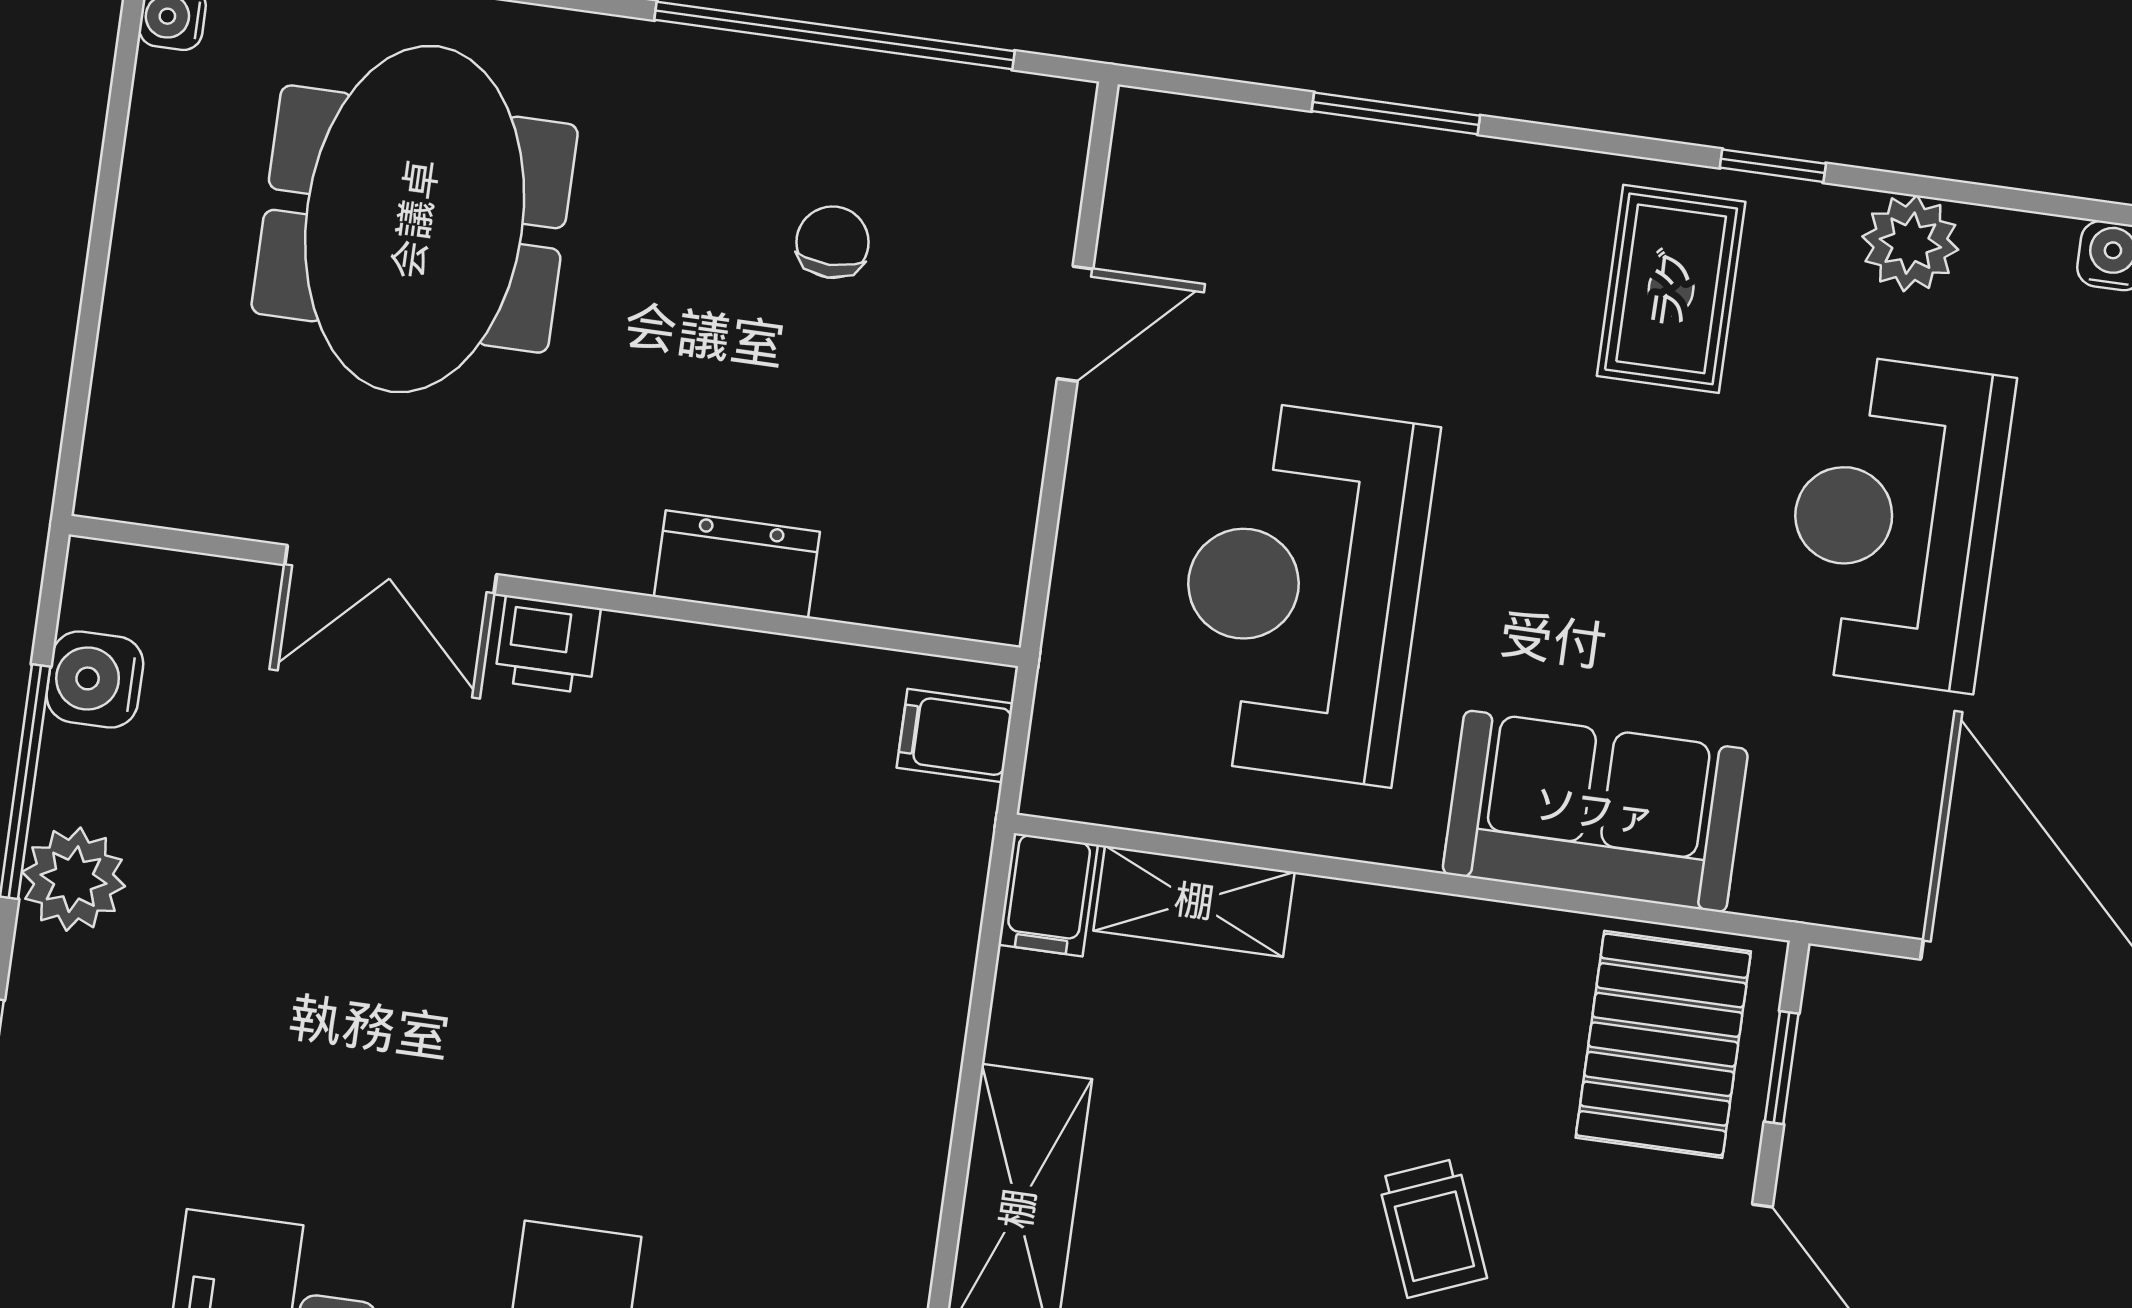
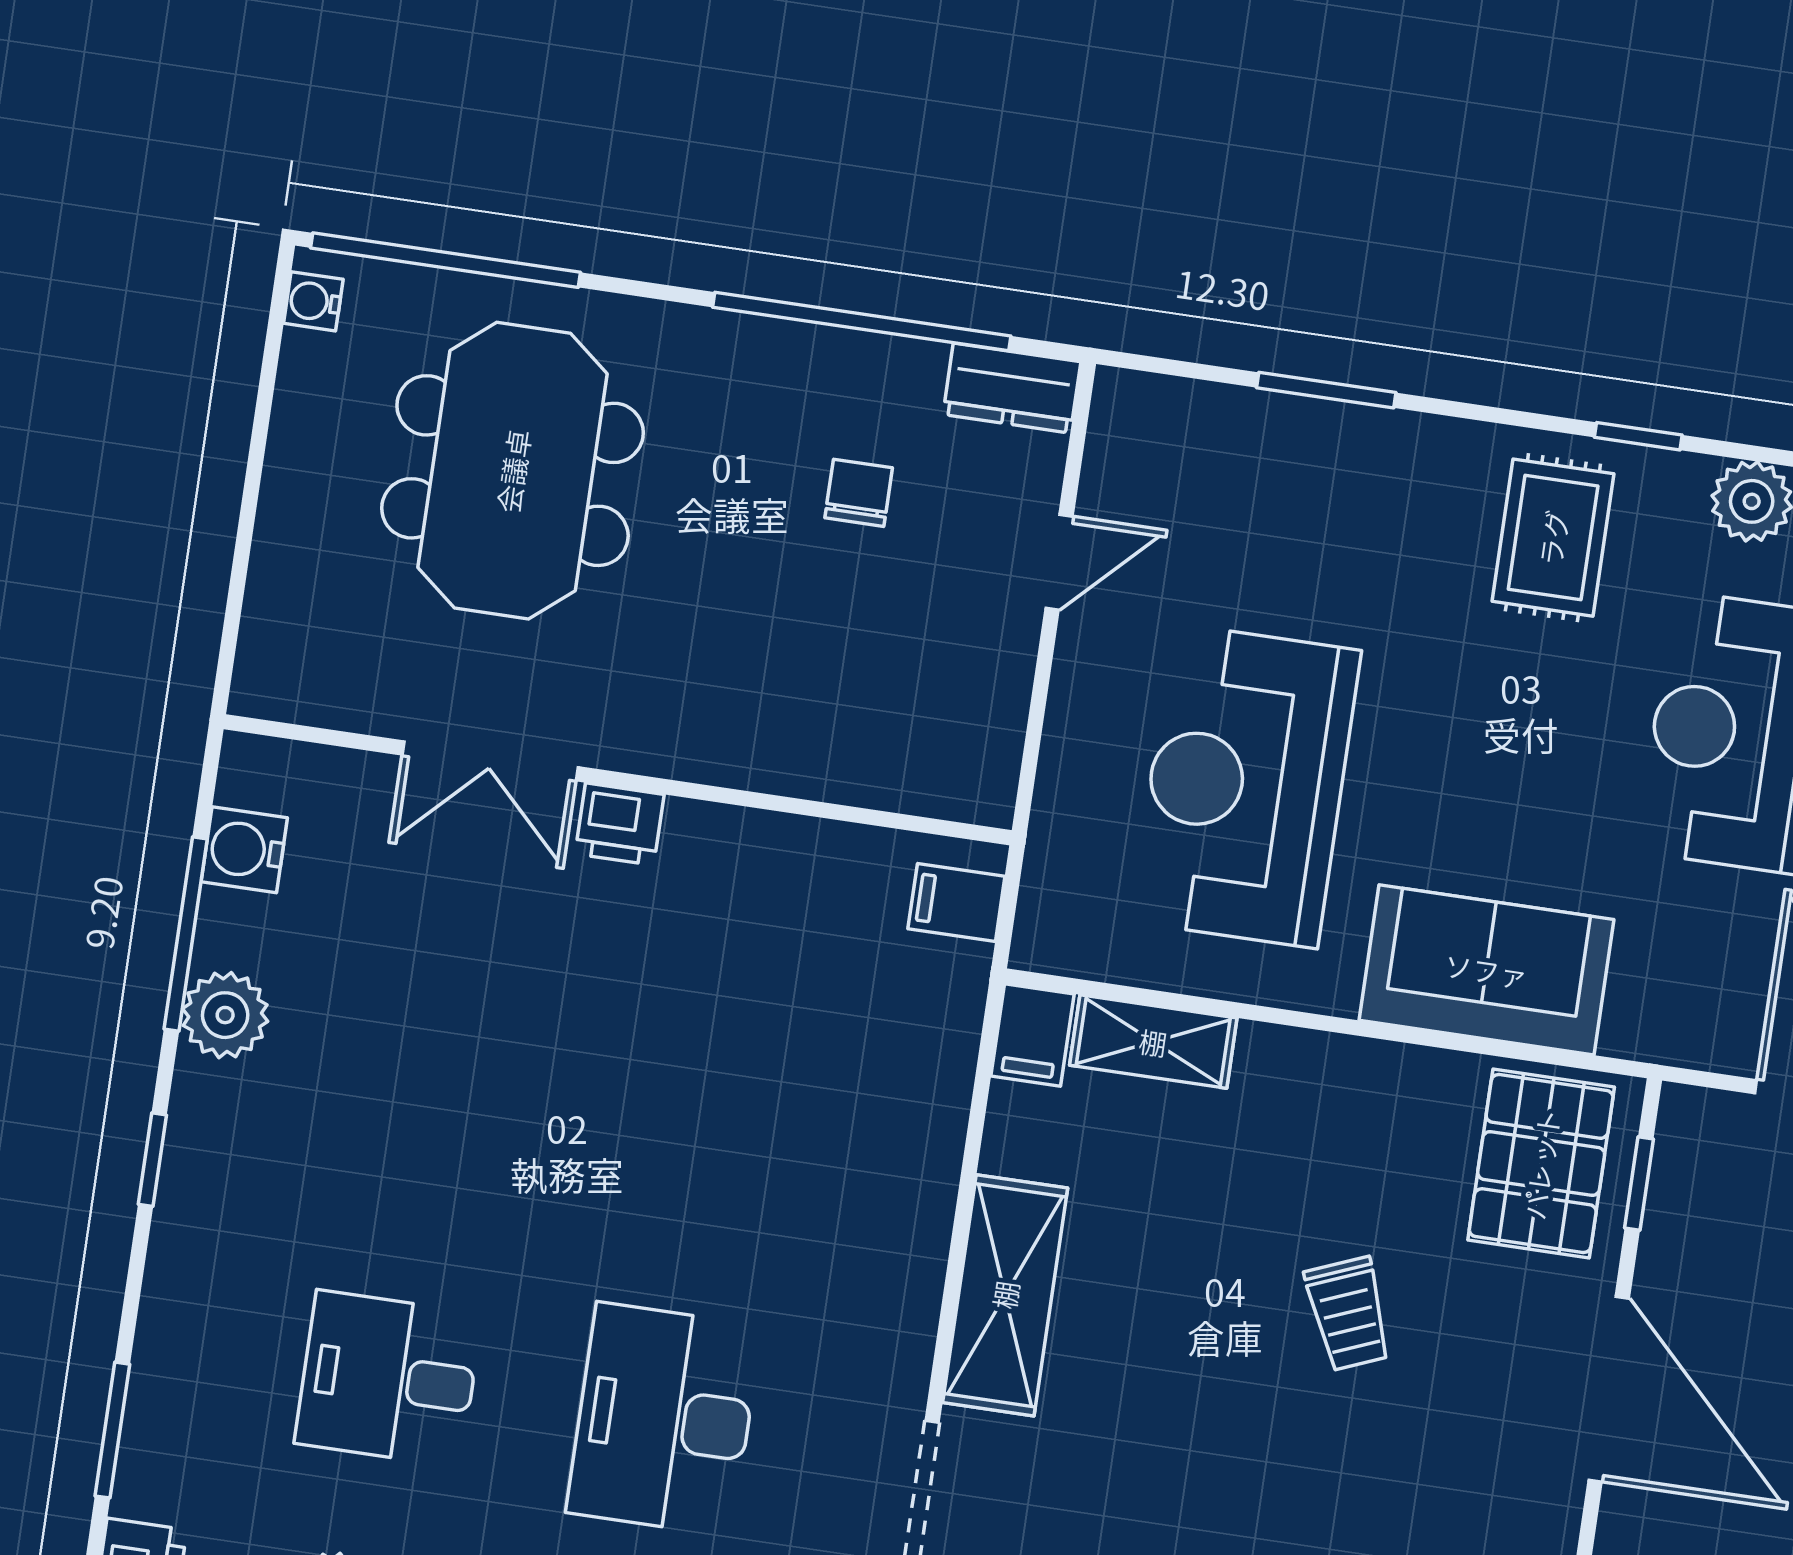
dresser: (737, 564) -> (1012, 388), moved, turned 180

